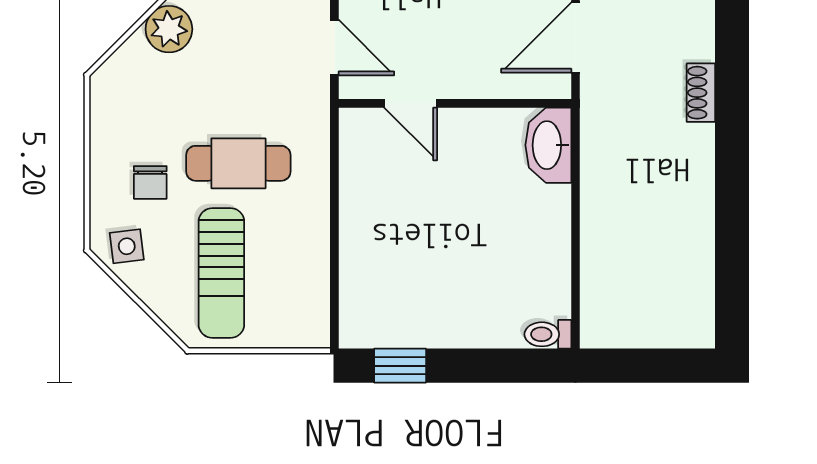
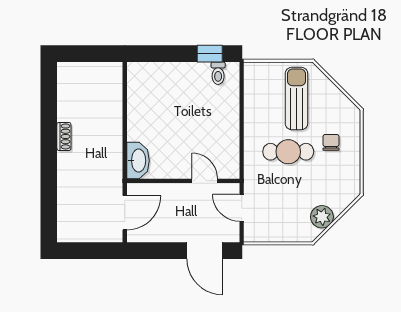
shoe rack: (701, 93) -> (64, 136), moved
side table: (127, 246) -> (342, 111), removed
toilet: (548, 334) -> (218, 73), moved, turned 90

